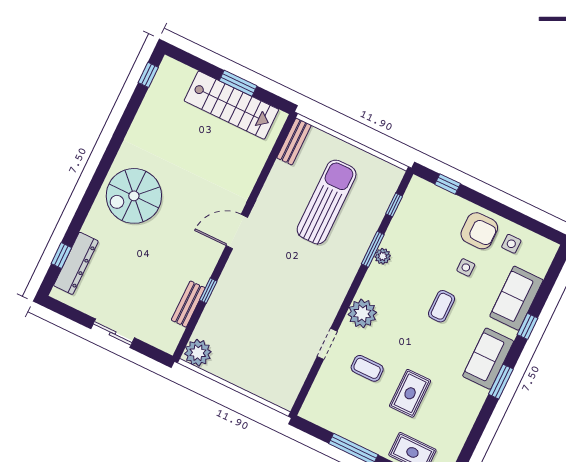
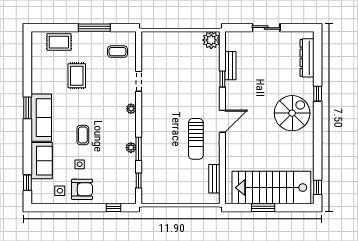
stairs: (231, 105) -> (271, 188), width x1.36, depth x1.51
bench: (294, 141) -> (214, 179), moved
sun lounger: (327, 202) -> (196, 139), moved, width x0.73, depth x0.75
armchair: (479, 231) -> (82, 189), turned 180
window: (61, 256) -> (318, 94), moved
plant: (362, 313) -> (131, 109), width x0.53, depth x0.53
window: (527, 326) -> (27, 183), moved
sofa: (488, 359) -> (41, 118), width x1.36
coffee table: (367, 368) -> (118, 52), moved

